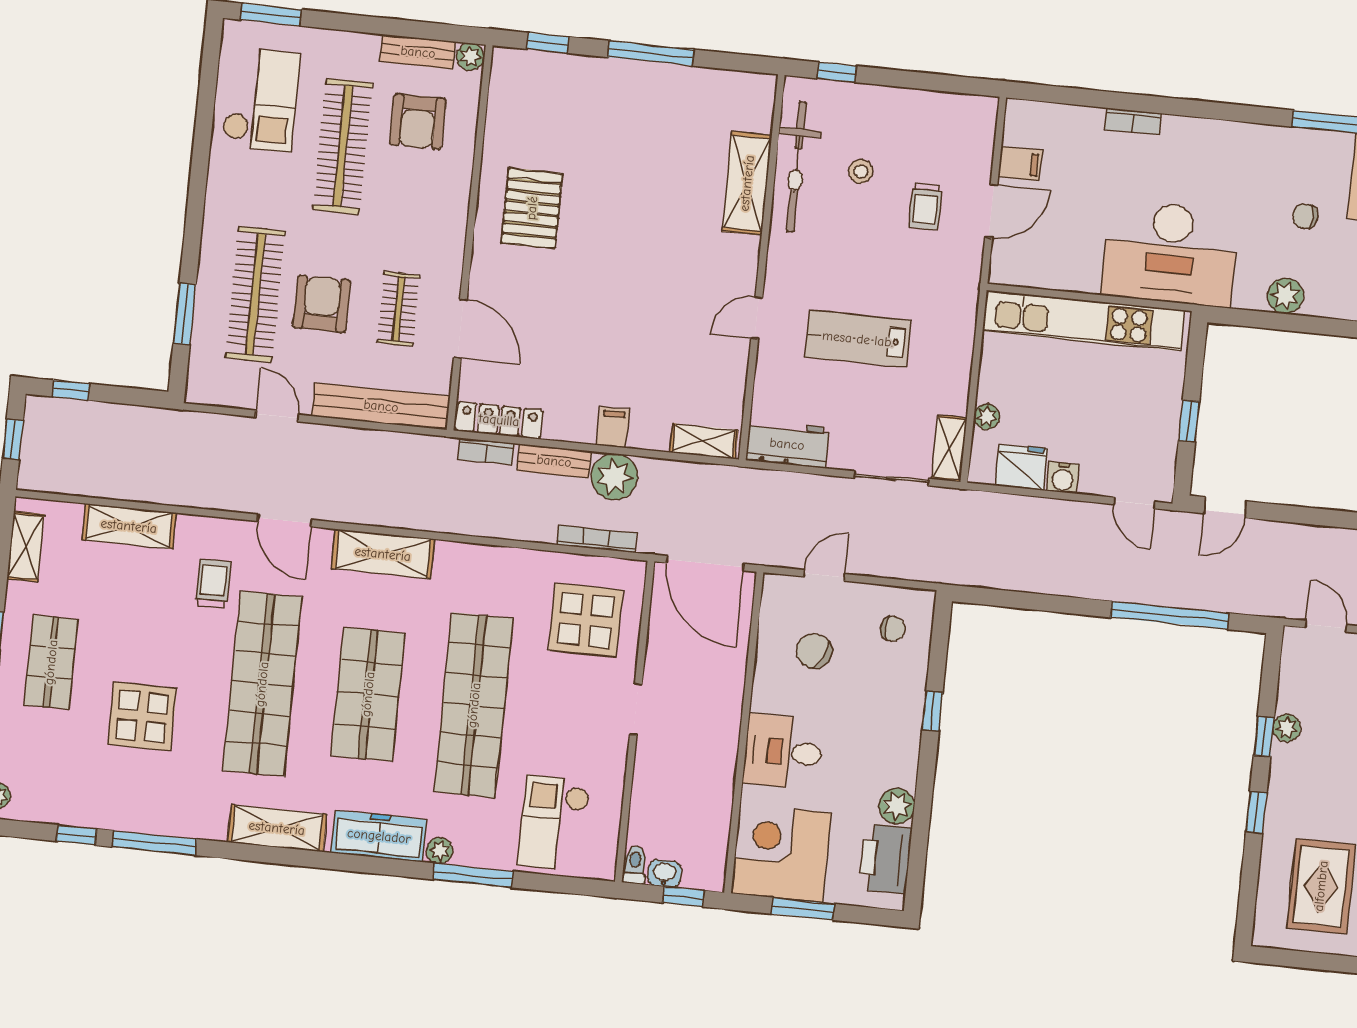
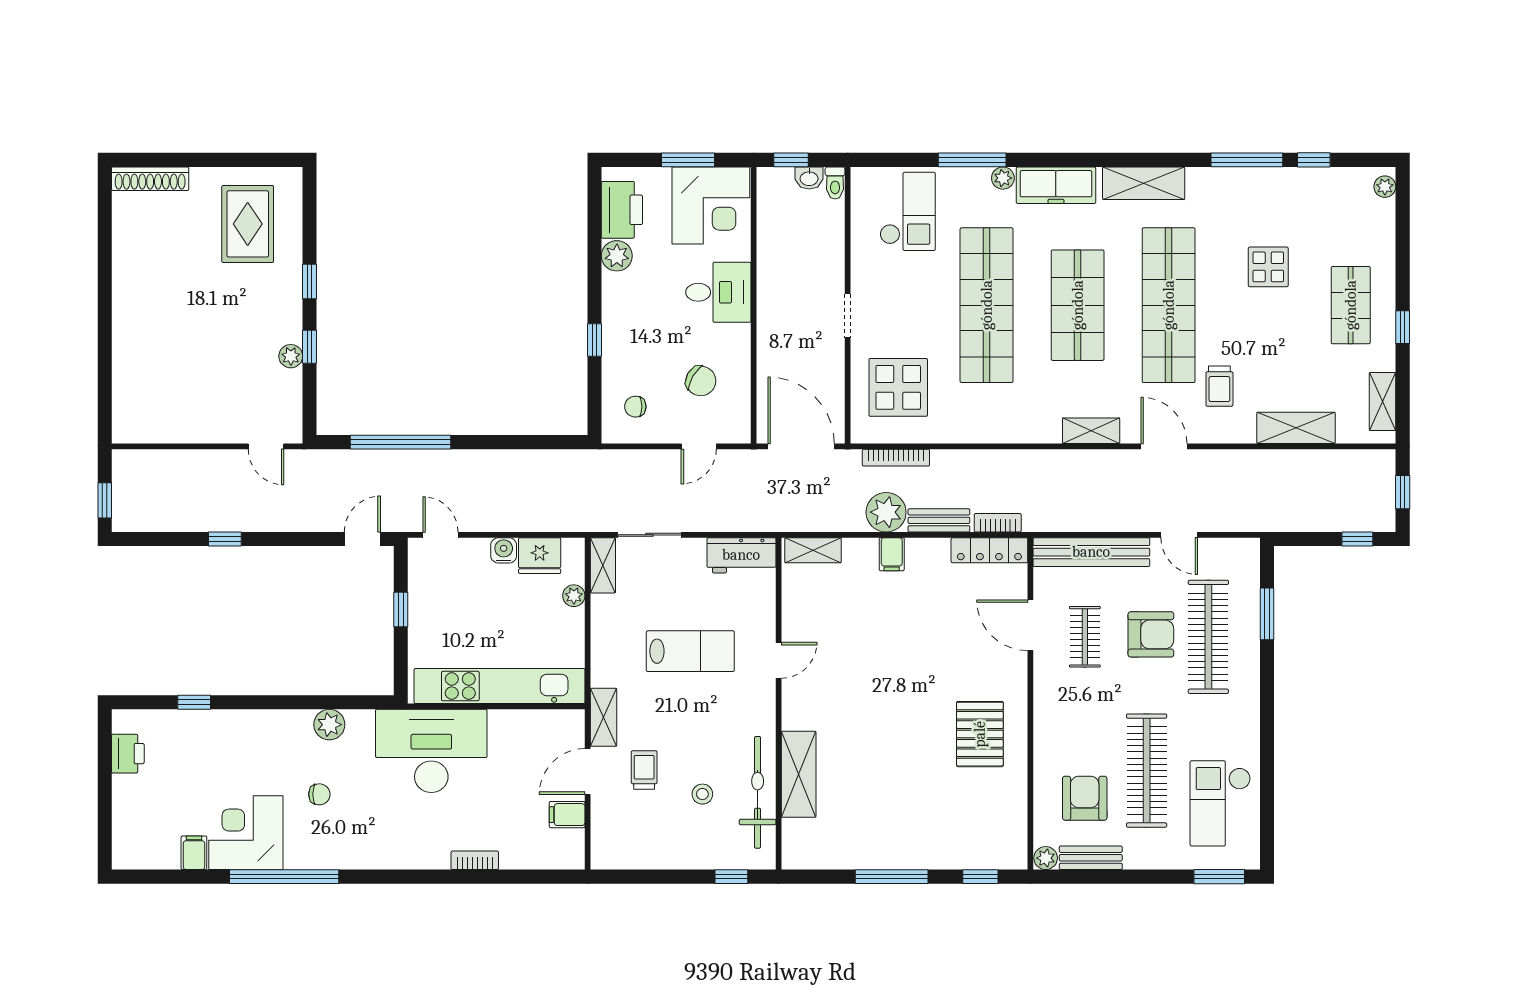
shelving: (966, 272) -> (603, 717), added
armchair: (322, 304) -> (1151, 634), turned -90
shelving: (383, 554) -> (1091, 431), width x0.67, depth x0.75
display table: (142, 716) -> (1268, 267), width x0.73, depth x0.73

